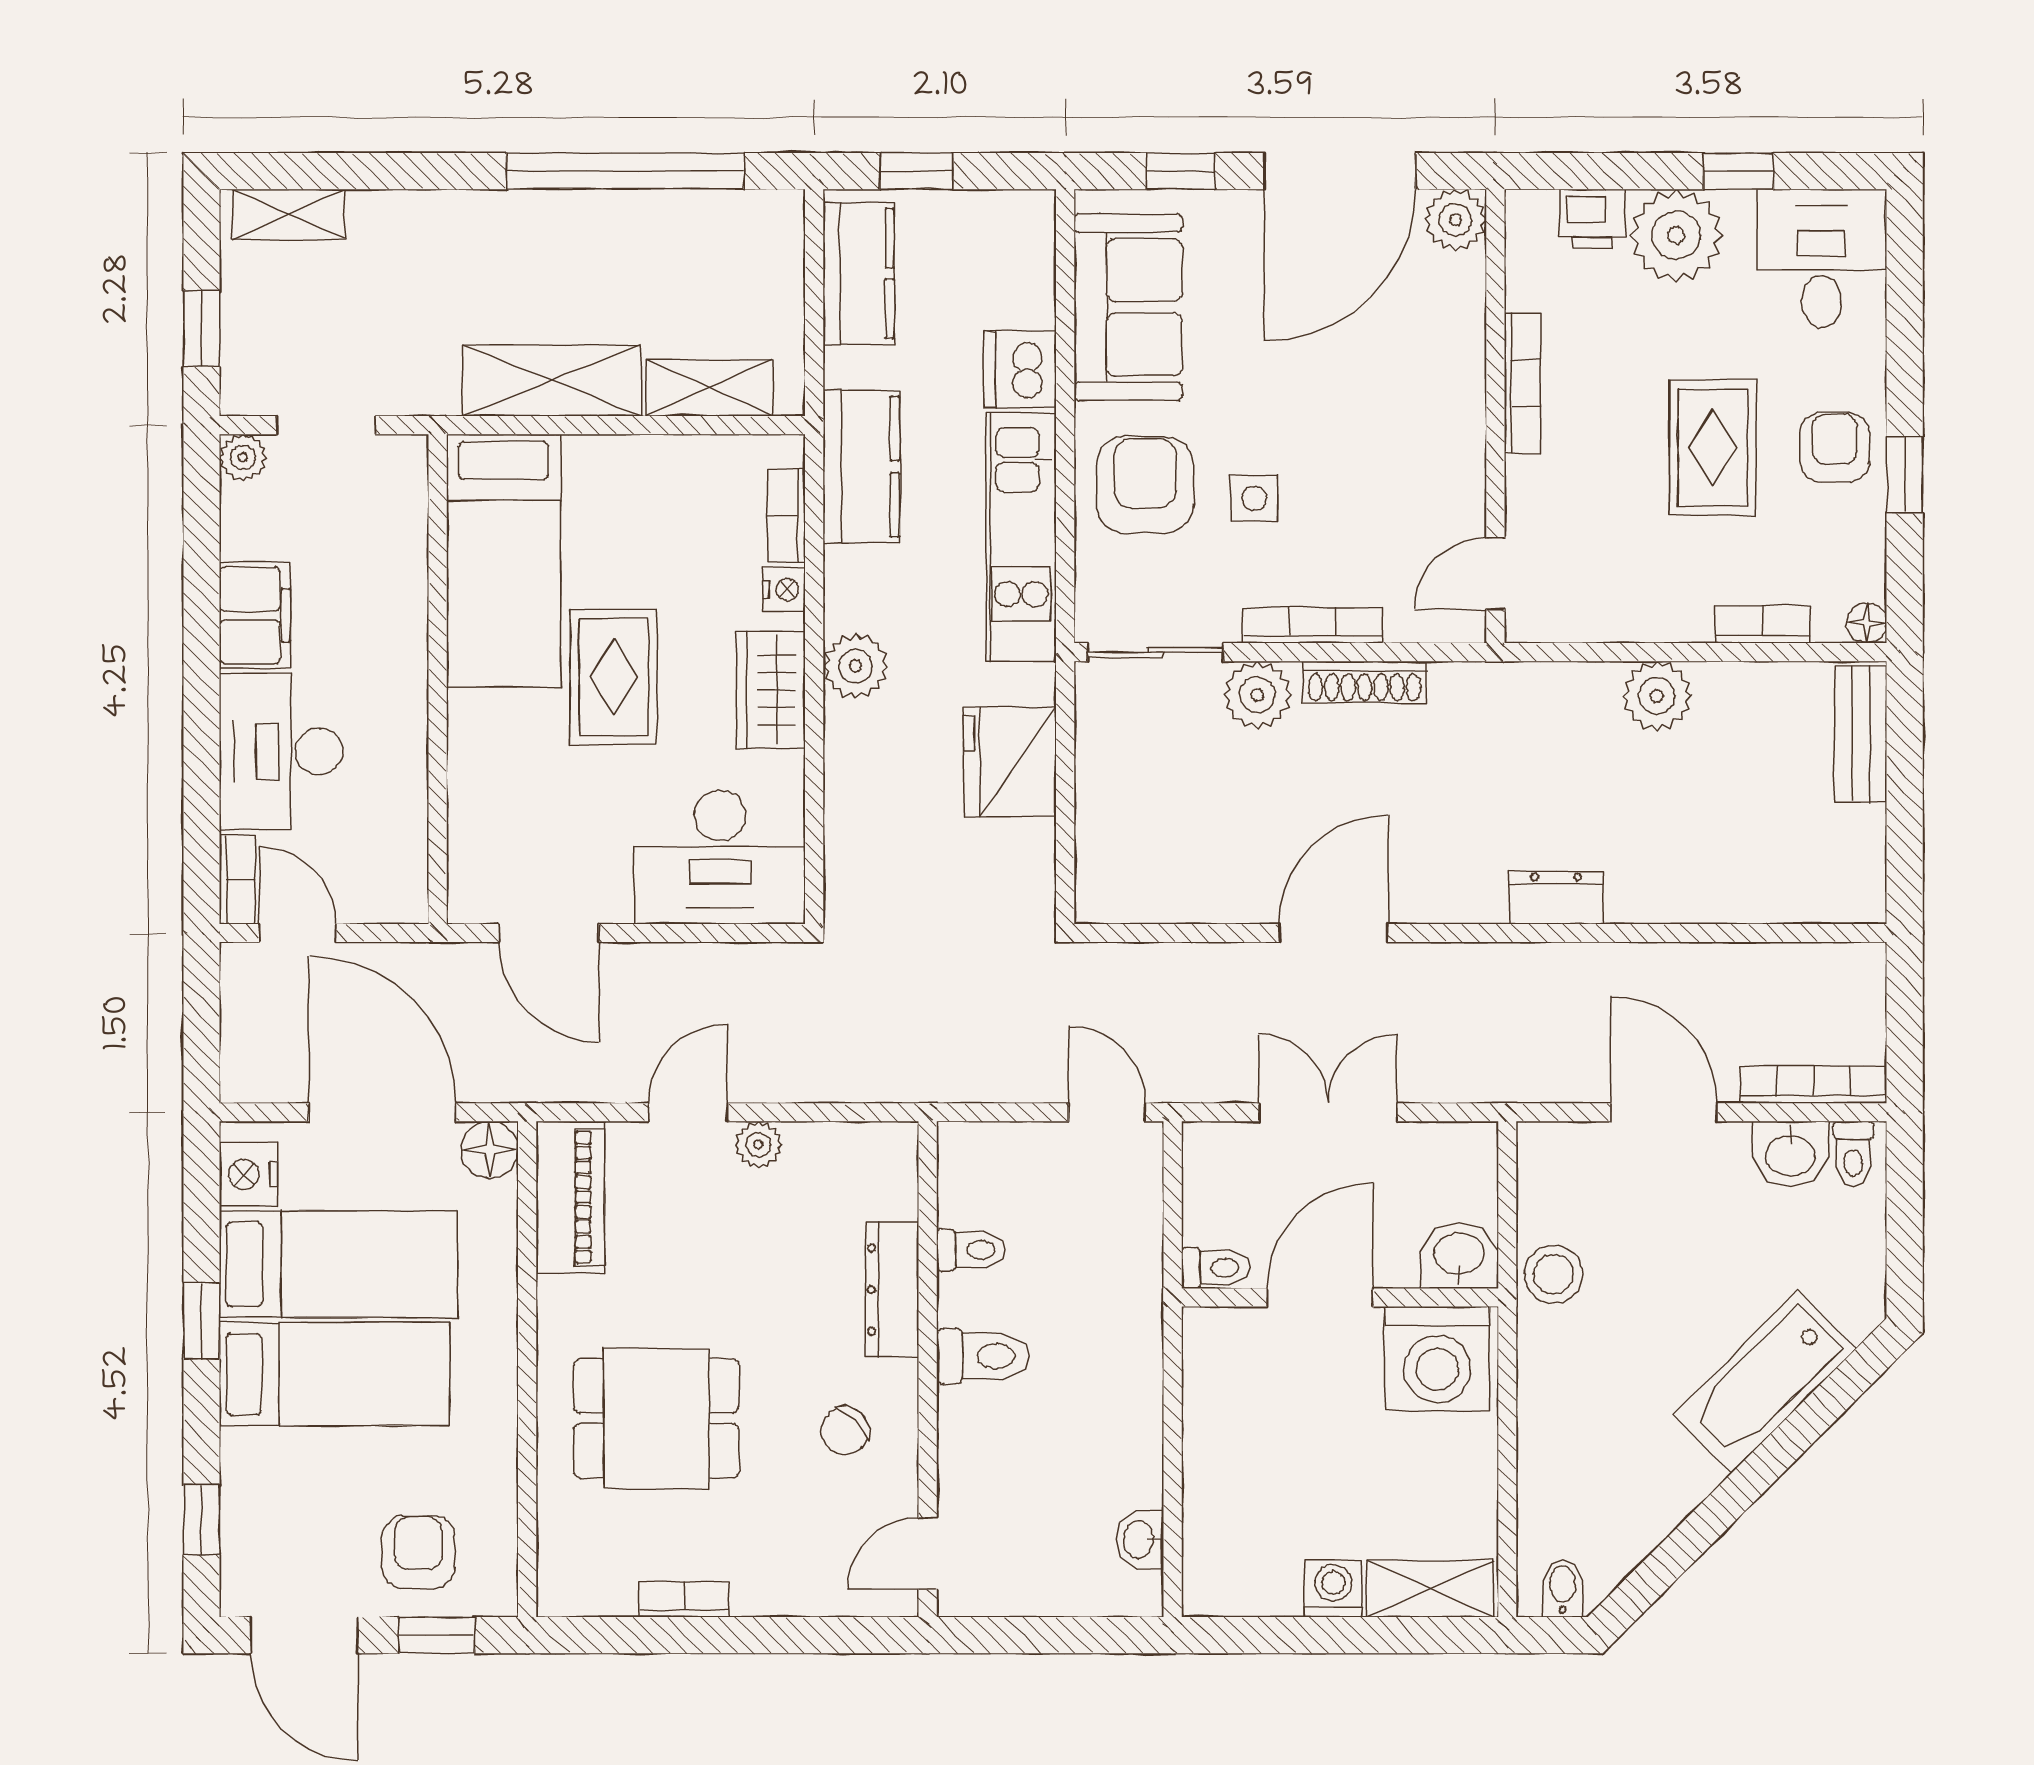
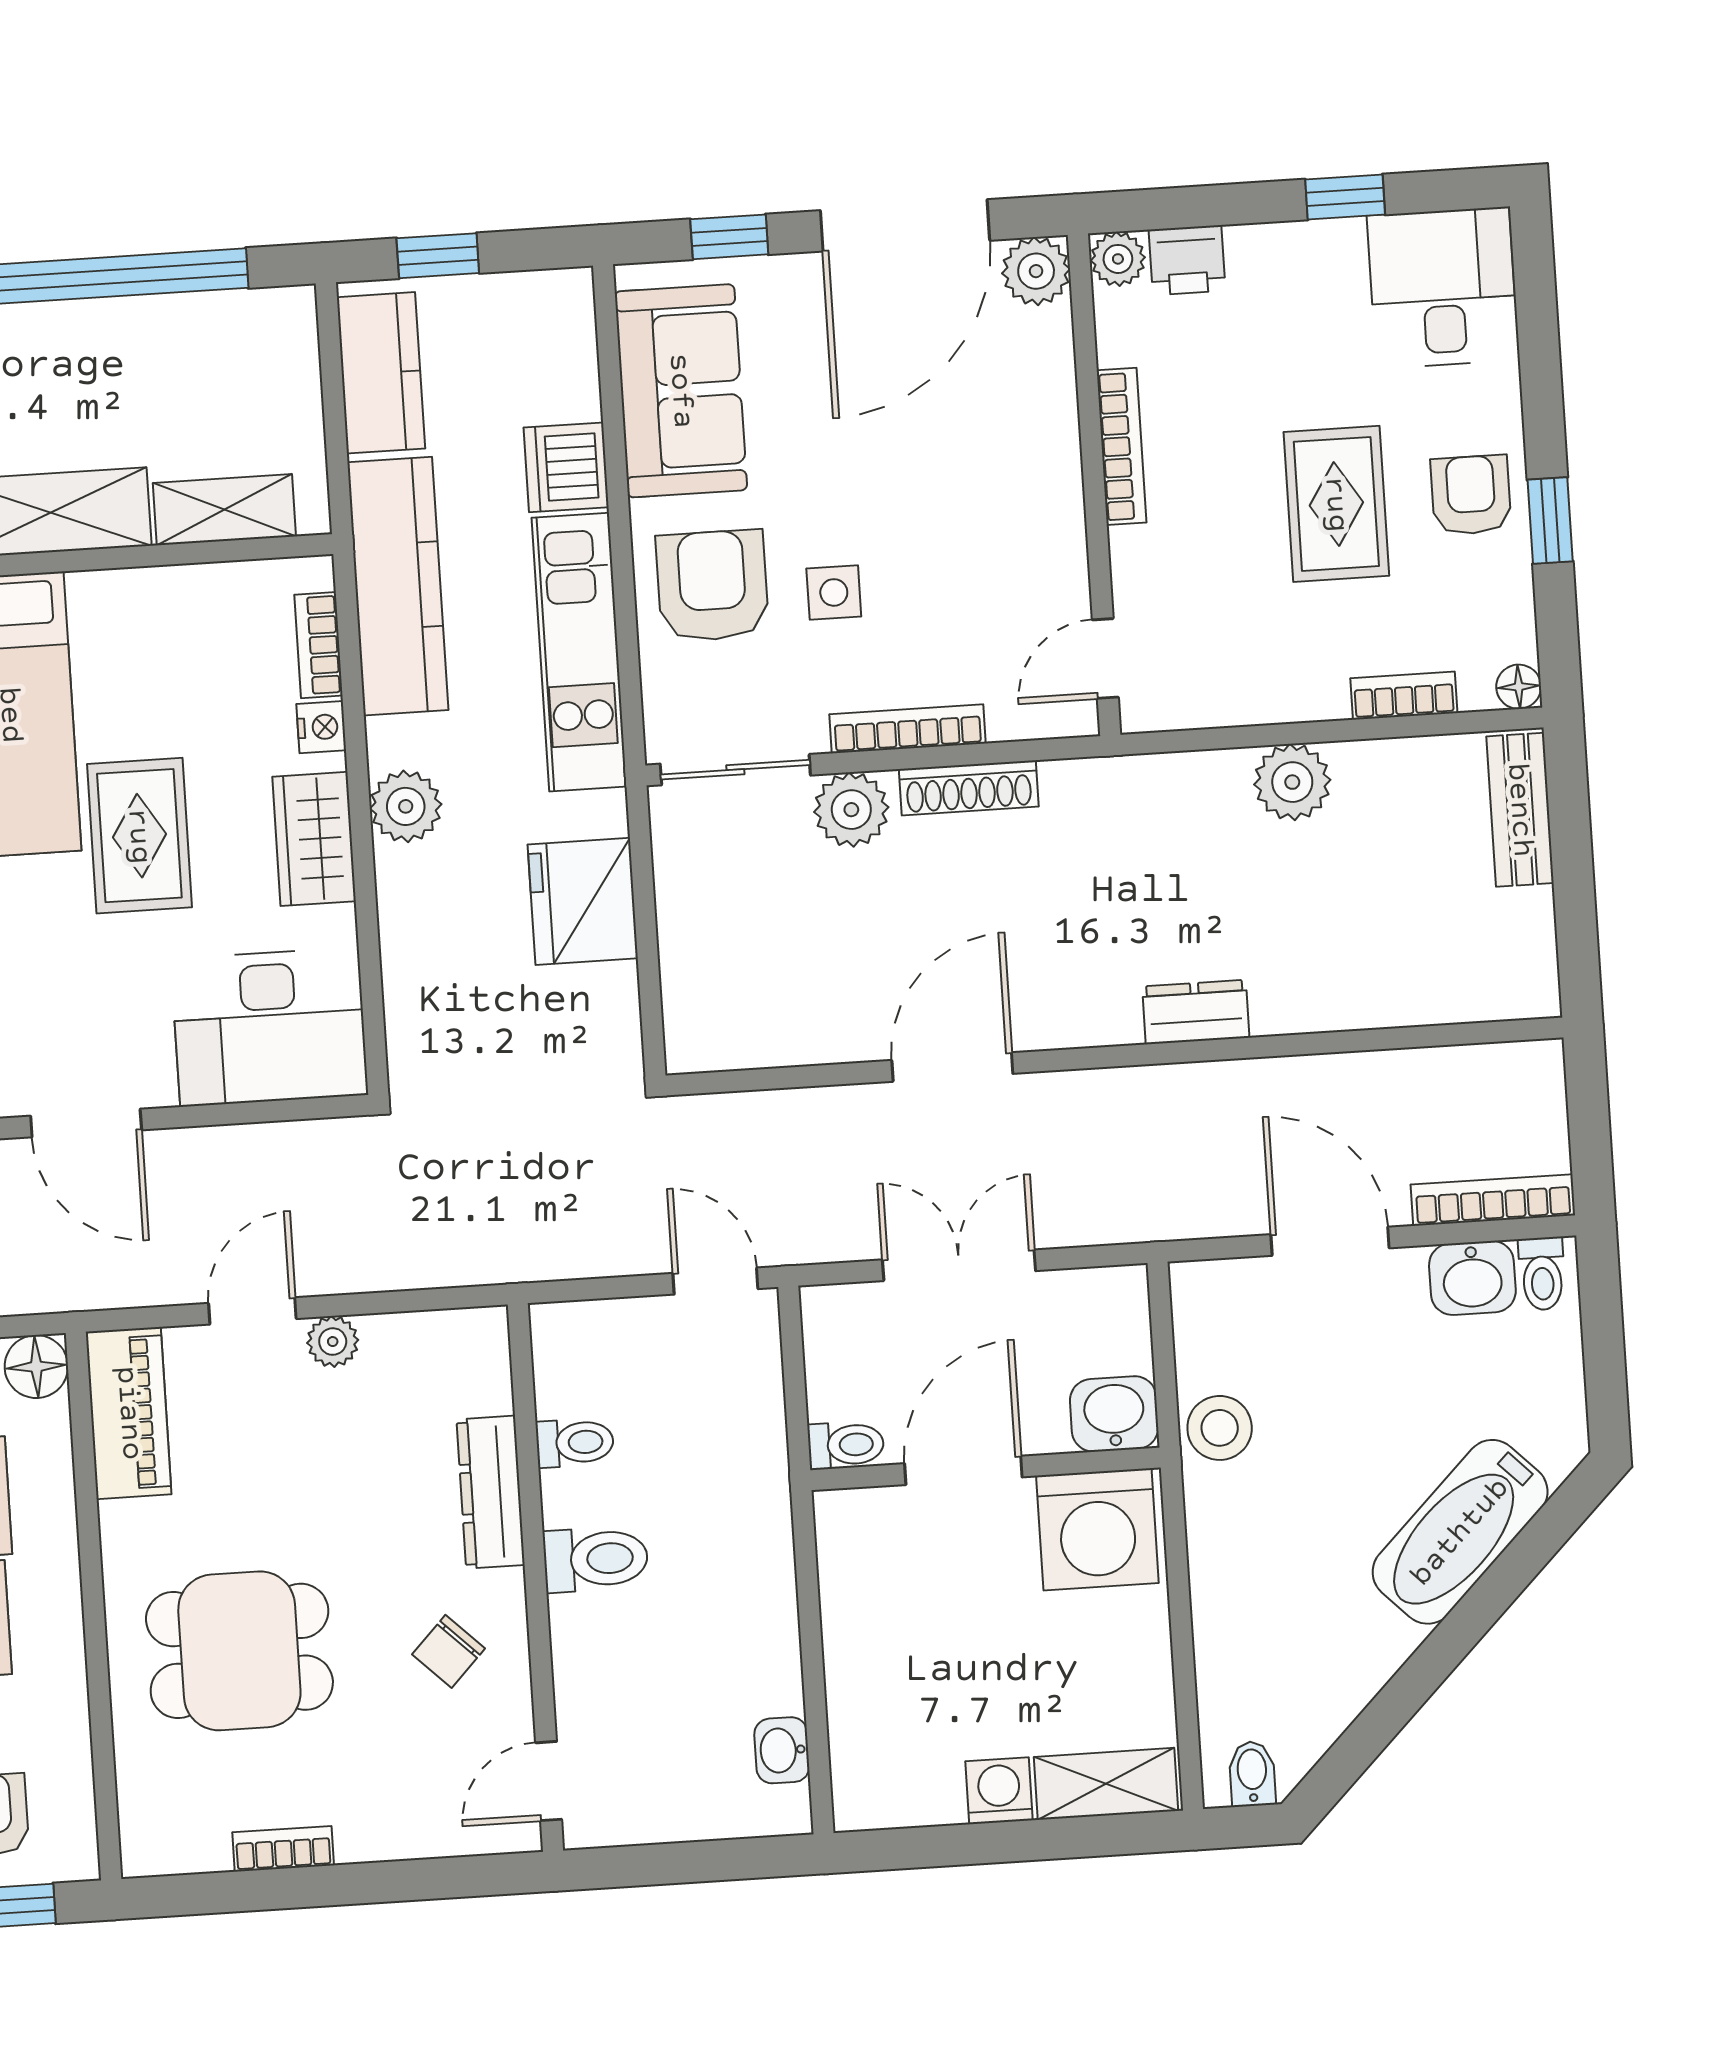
plant: (1676, 235) -> (1118, 259), moved, width x0.53, depth x0.53
kitchen counter: (861, 467) -> (398, 586), width x1.50

